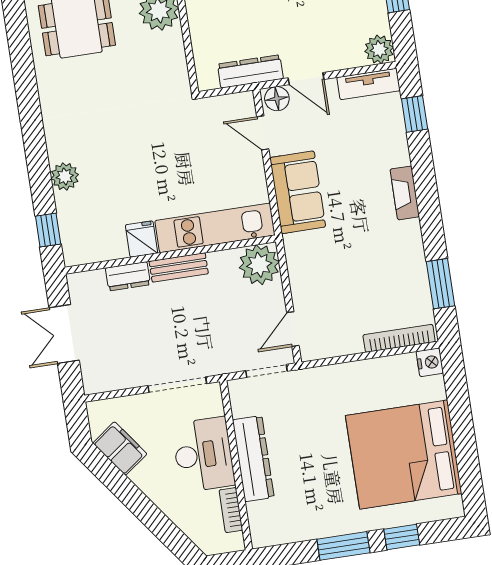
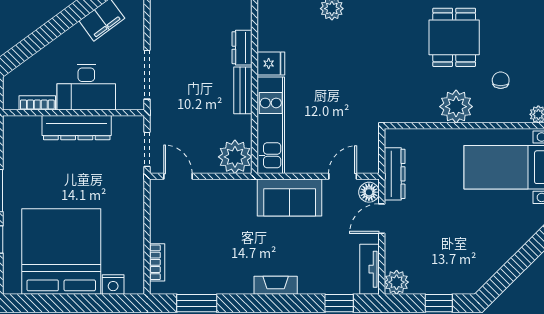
bookcase: (399, 338) -> (157, 262), width x0.64
nightstand: (430, 362) -> (113, 284), moved

